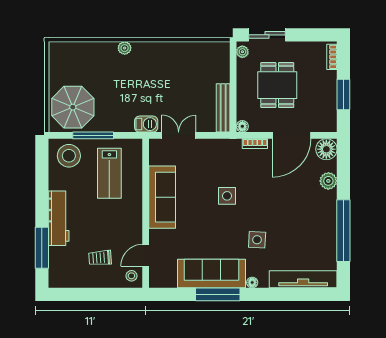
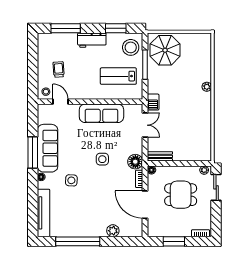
bench: (223, 108) -> (160, 156), width x0.73
floor lamp: (326, 149) -> (135, 162), moved
window: (42, 177) -> (116, 28), added
workbench: (59, 218) -> (92, 40), width x0.73

